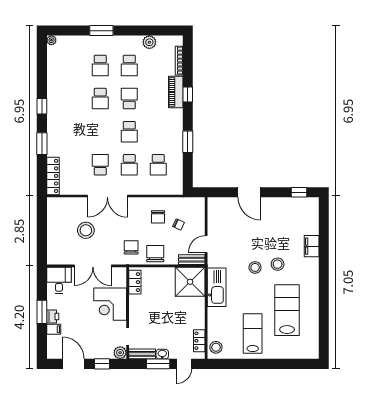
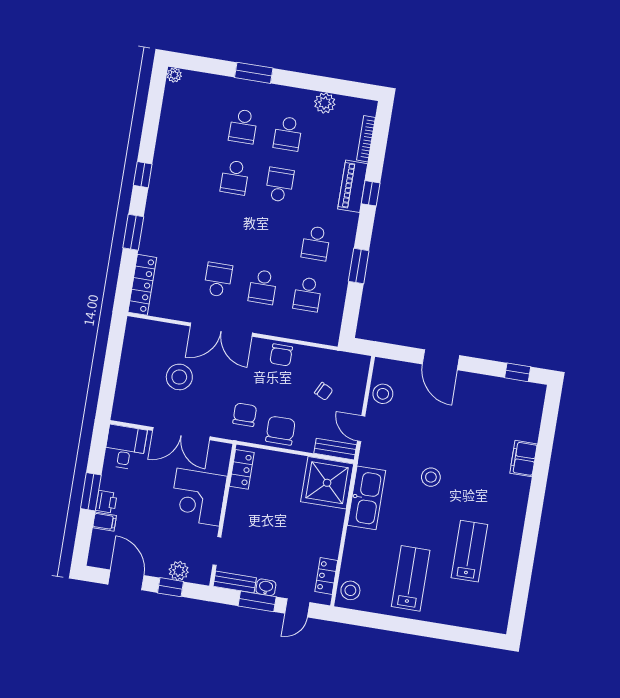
school desk: (129, 132) -> (316, 243), moved
chair: (158, 217) -> (281, 355), moved
door: (206, 244) -> (361, 429), hinge flipped
stool: (278, 264) -> (383, 394), moved
lab bench: (287, 310) -> (469, 551), width x0.73, depth x0.72
plant: (120, 353) -> (179, 571), moved

